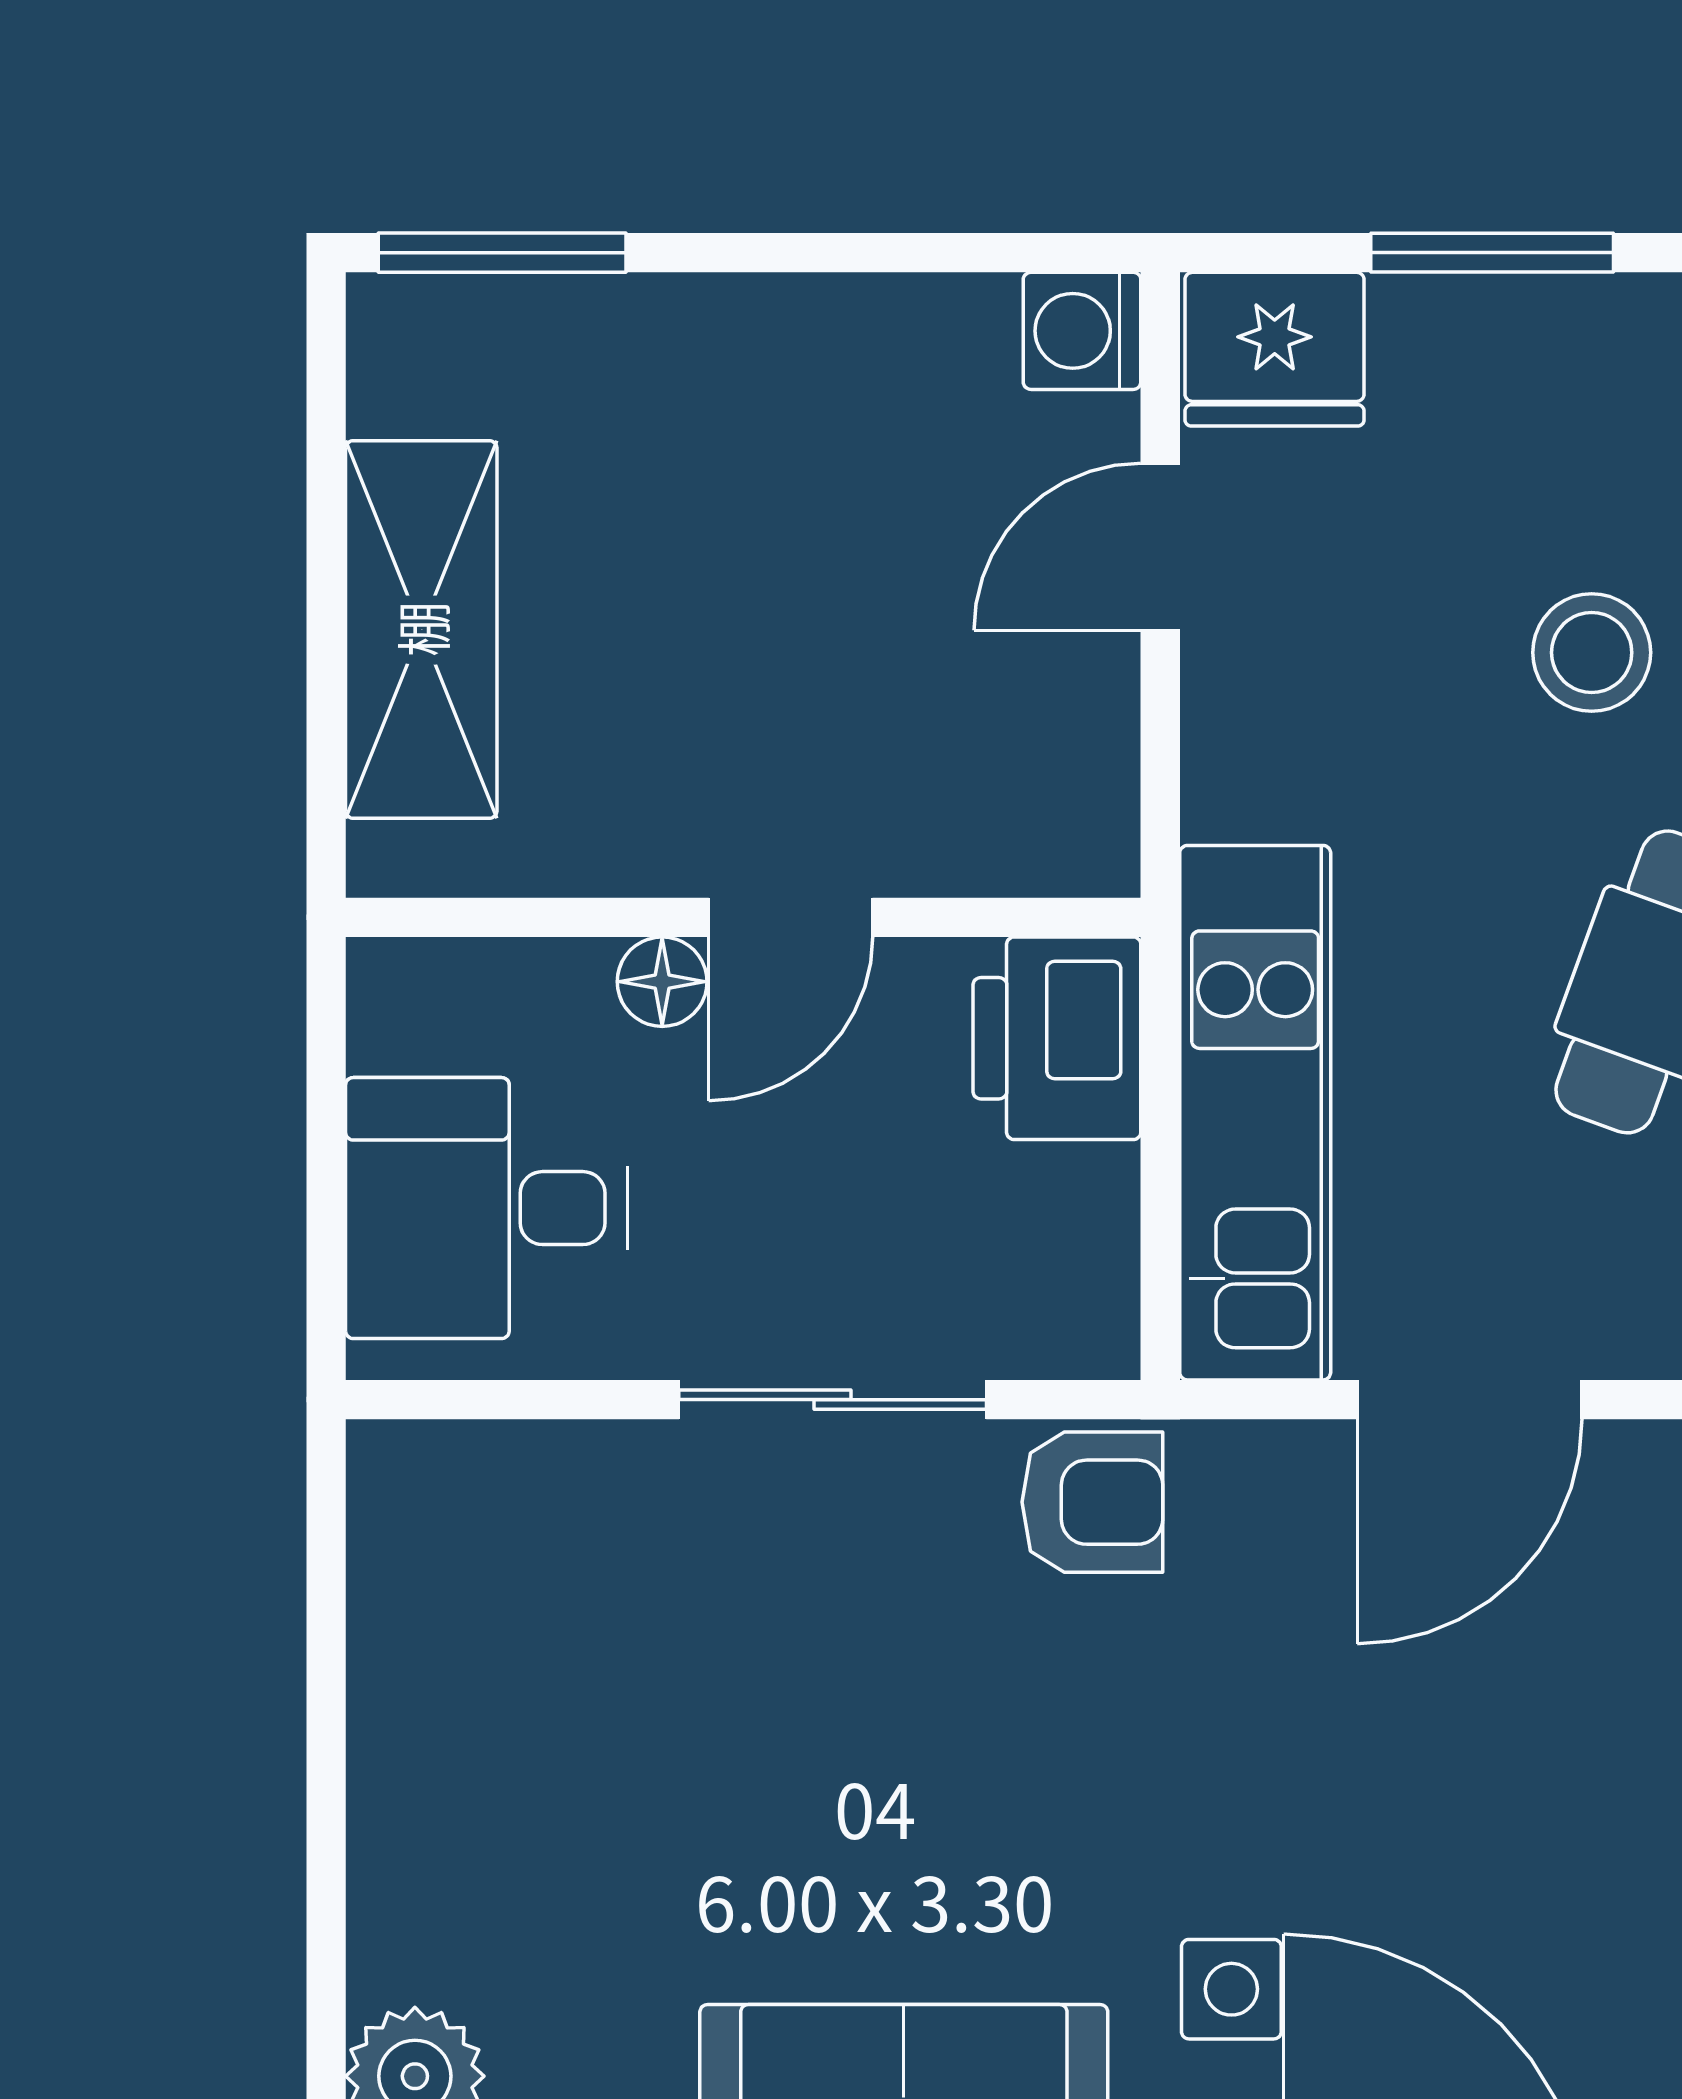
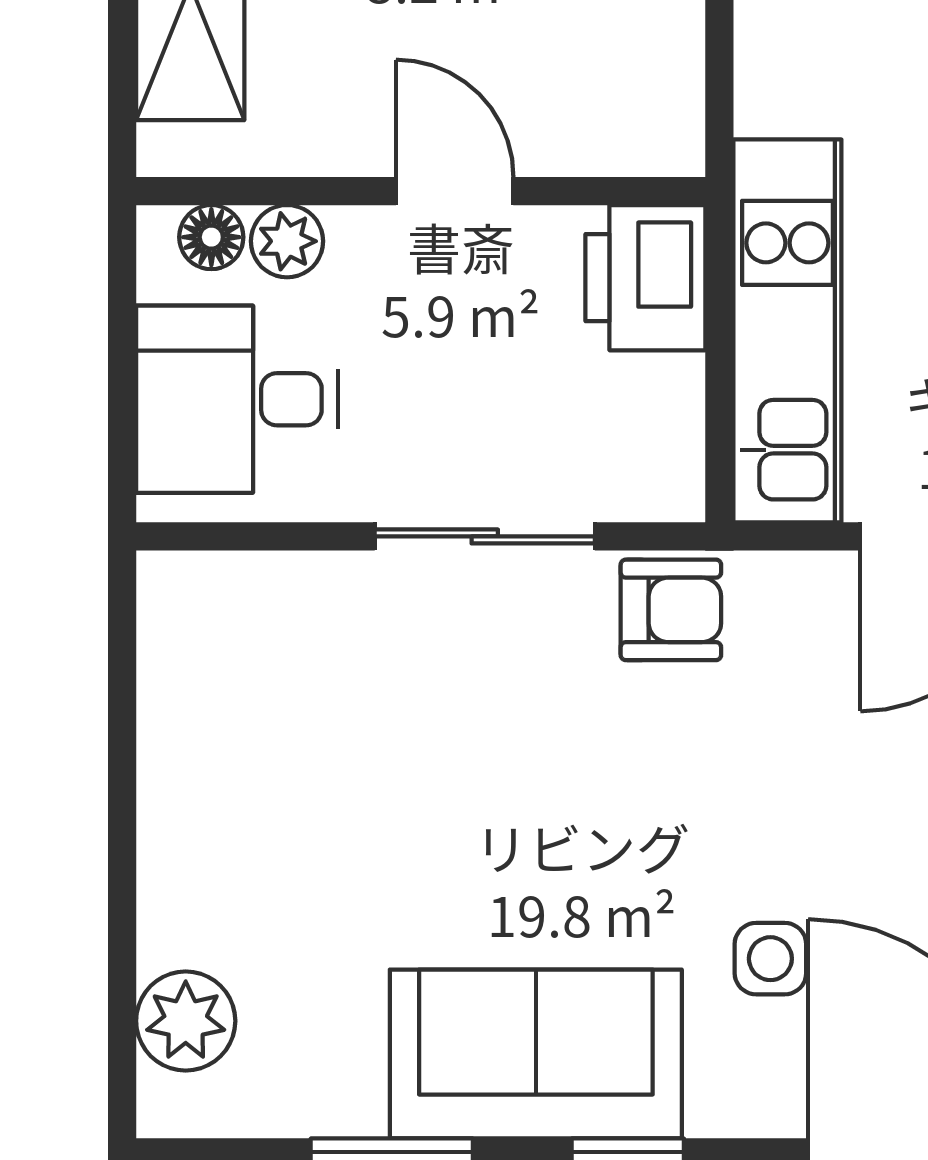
door: (791, 917) -> (455, 191), swing flipped
floor lamp: (662, 982) -> (211, 237), moved
plant: (556, 987) -> (287, 241), added

